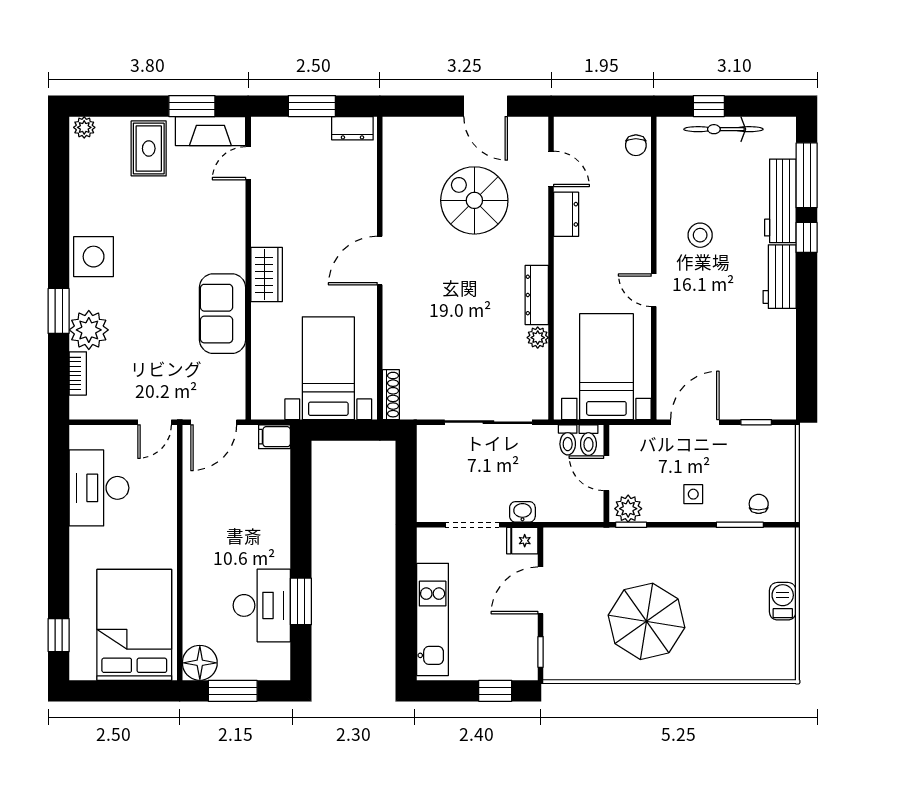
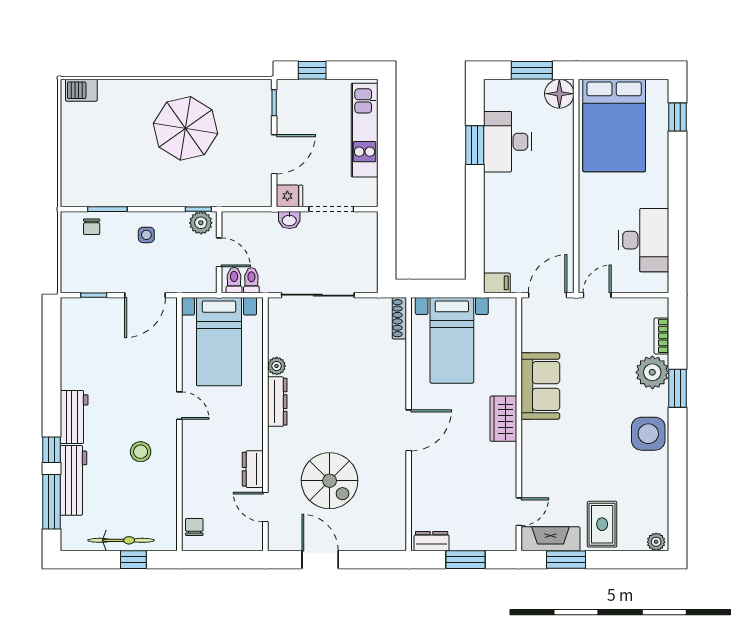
barbecue: (783, 601) -> (81, 90), moved, turned 90

